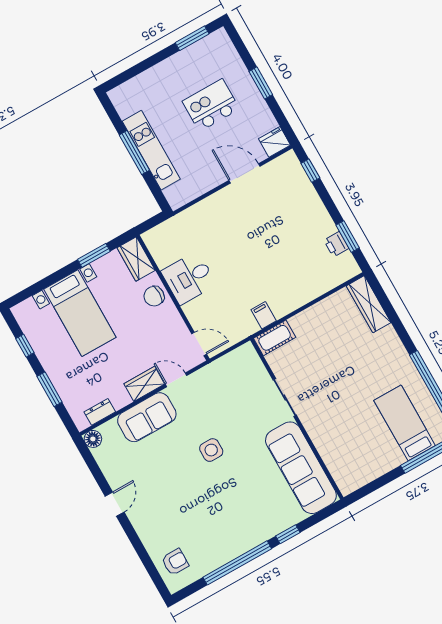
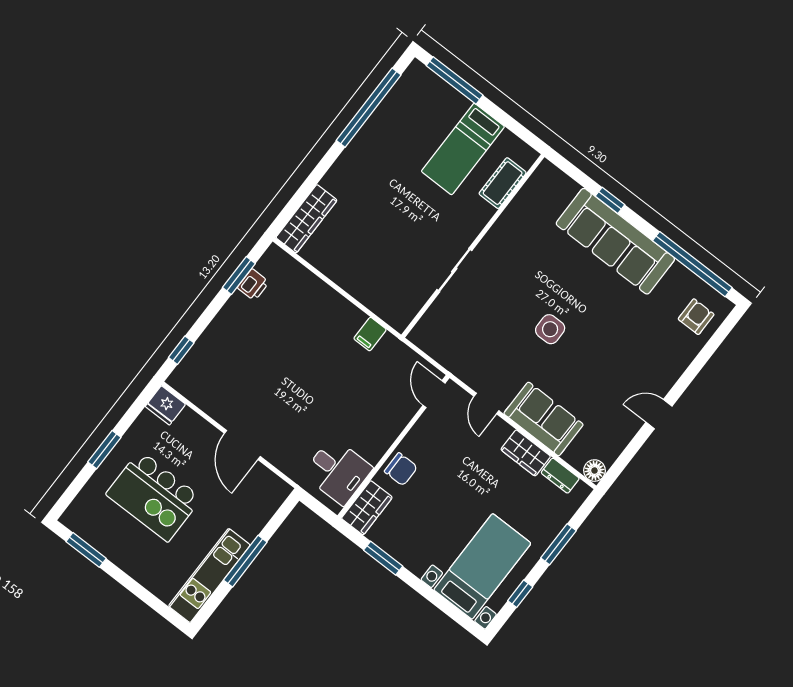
kitchen island: (211, 105) -> (154, 496), width x1.37, depth x1.28
kitchen unit: (151, 150) -> (209, 576), moved
door: (244, 173) -> (242, 445), moved
desk: (189, 278) -> (338, 471), moved
bed with nightstands: (80, 313) -> (482, 566), moved
cot: (275, 338) -> (503, 183), moved, turned 90
wardrobe: (144, 384) -> (526, 453), moved
bed: (405, 423) -> (463, 149), moved
sofa: (301, 468) -> (615, 241), moved, turned 90
armchair: (175, 562) -> (696, 317), turned 90
window: (237, 563) -> (692, 264), moved

